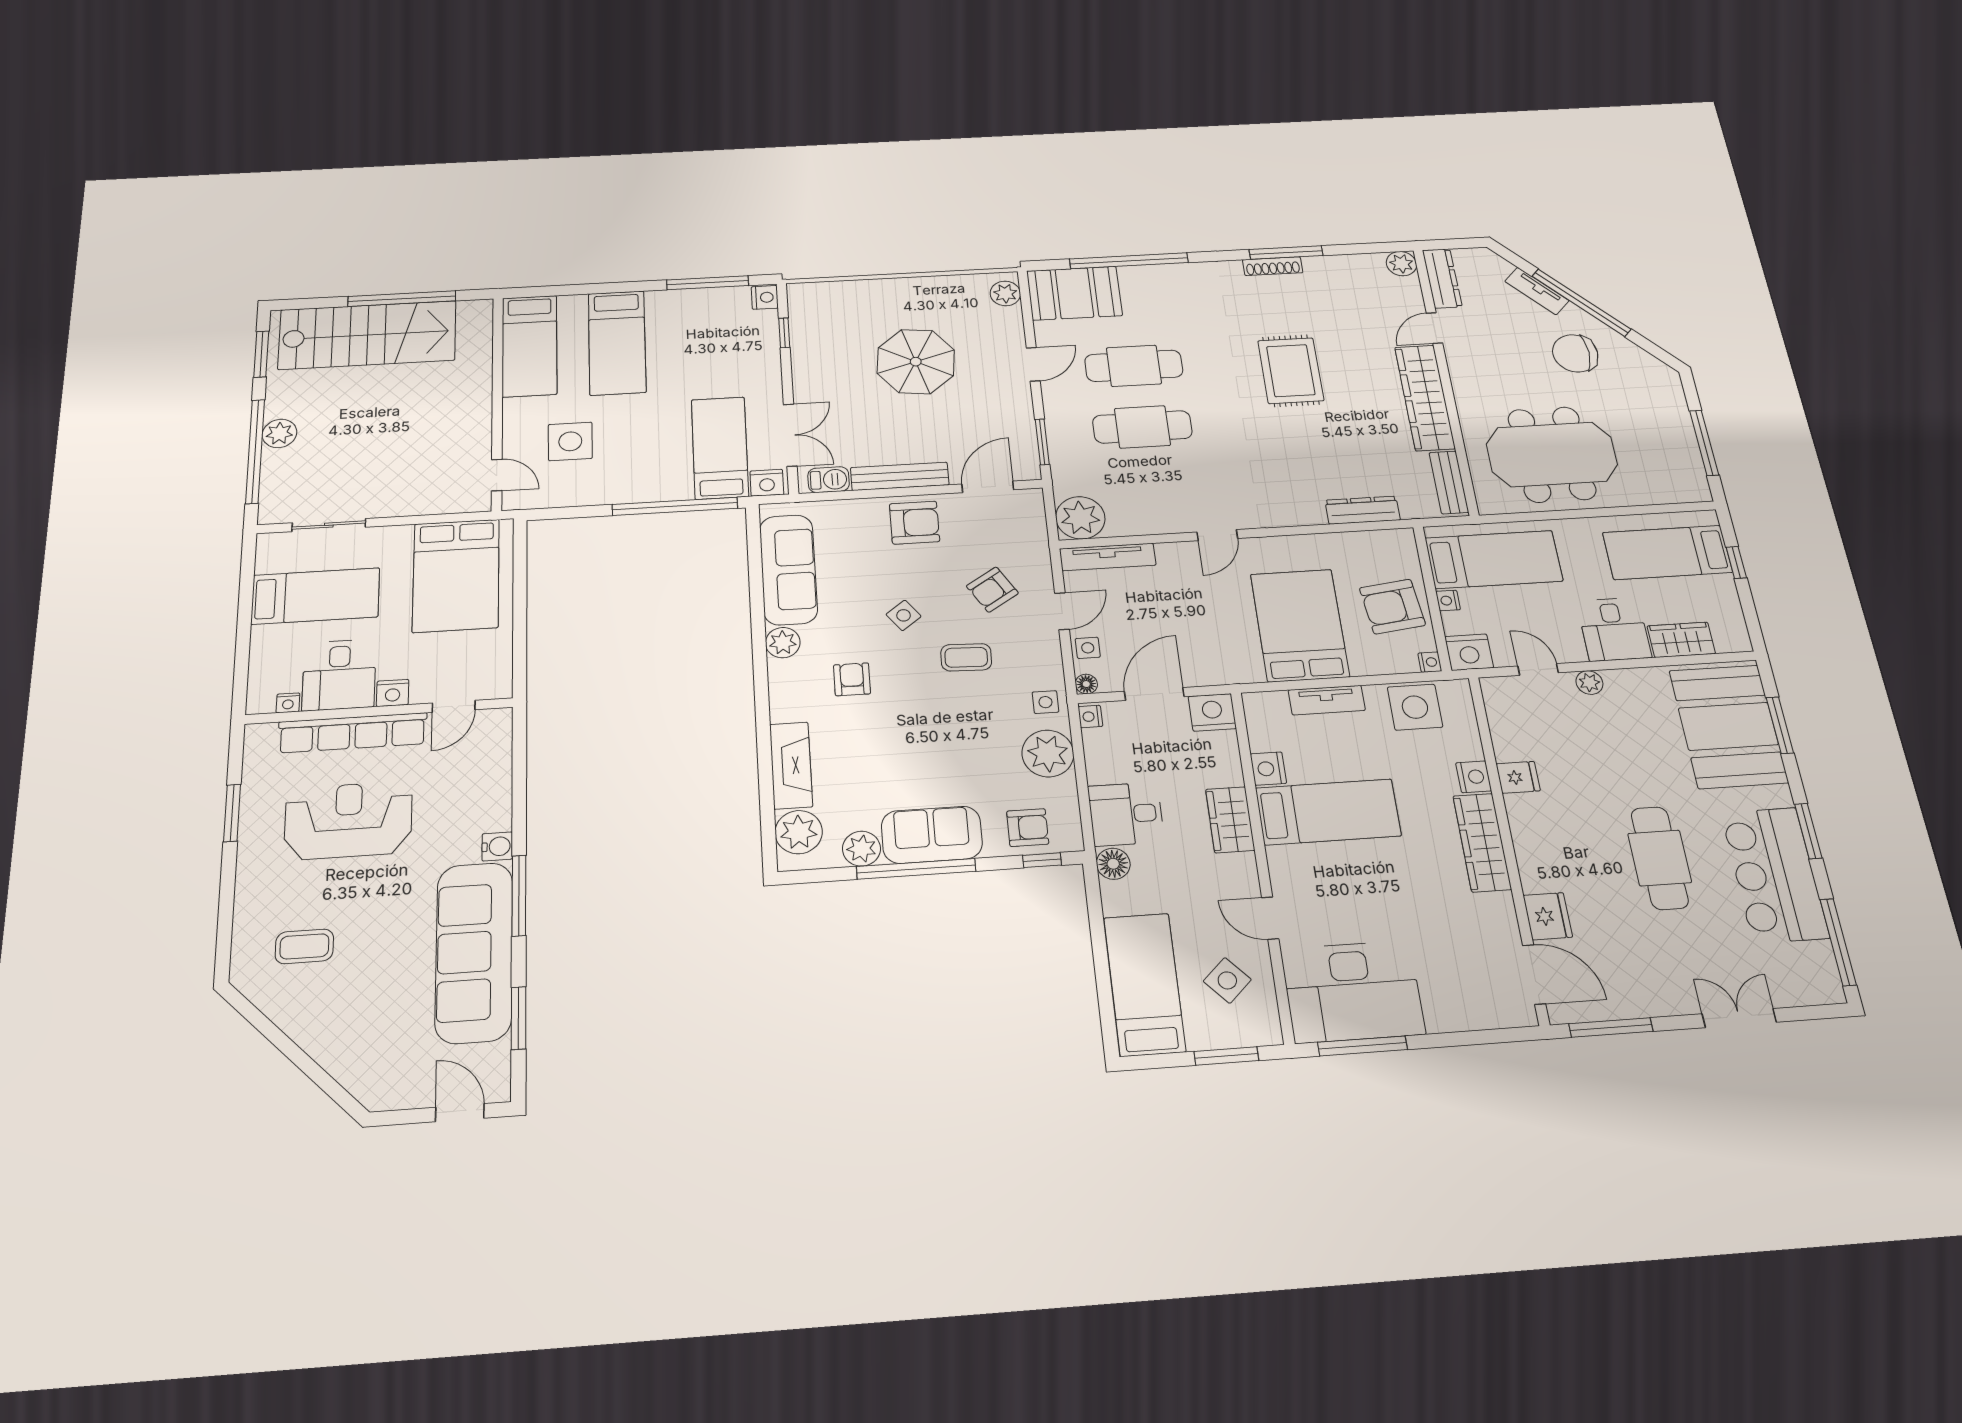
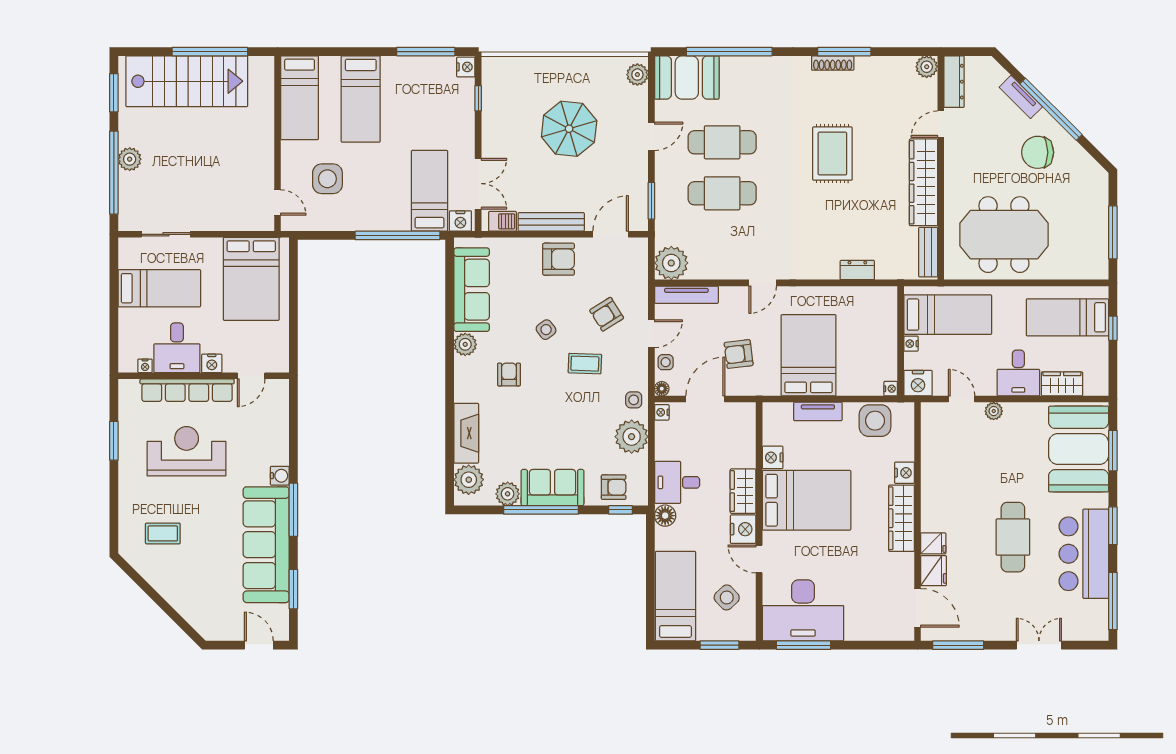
dresser: (1363, 510) -> (857, 270), width x0.70
armchair: (1392, 607) -> (739, 354), moved, width x0.72, depth x0.72
nightstand: (1212, 712) -> (743, 529), moved, turned 90
fridge: (1518, 777) -> (933, 543), moved
bed: (1328, 812) -> (807, 500), width x1.50

